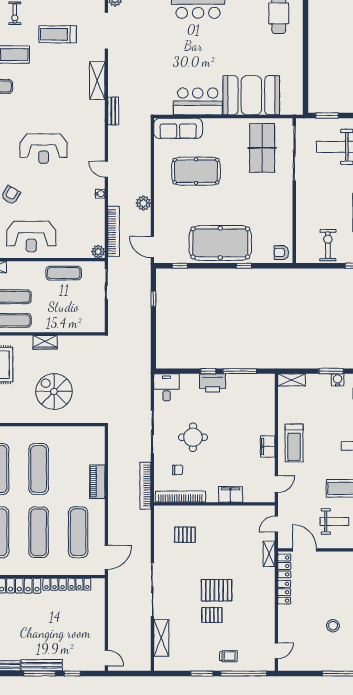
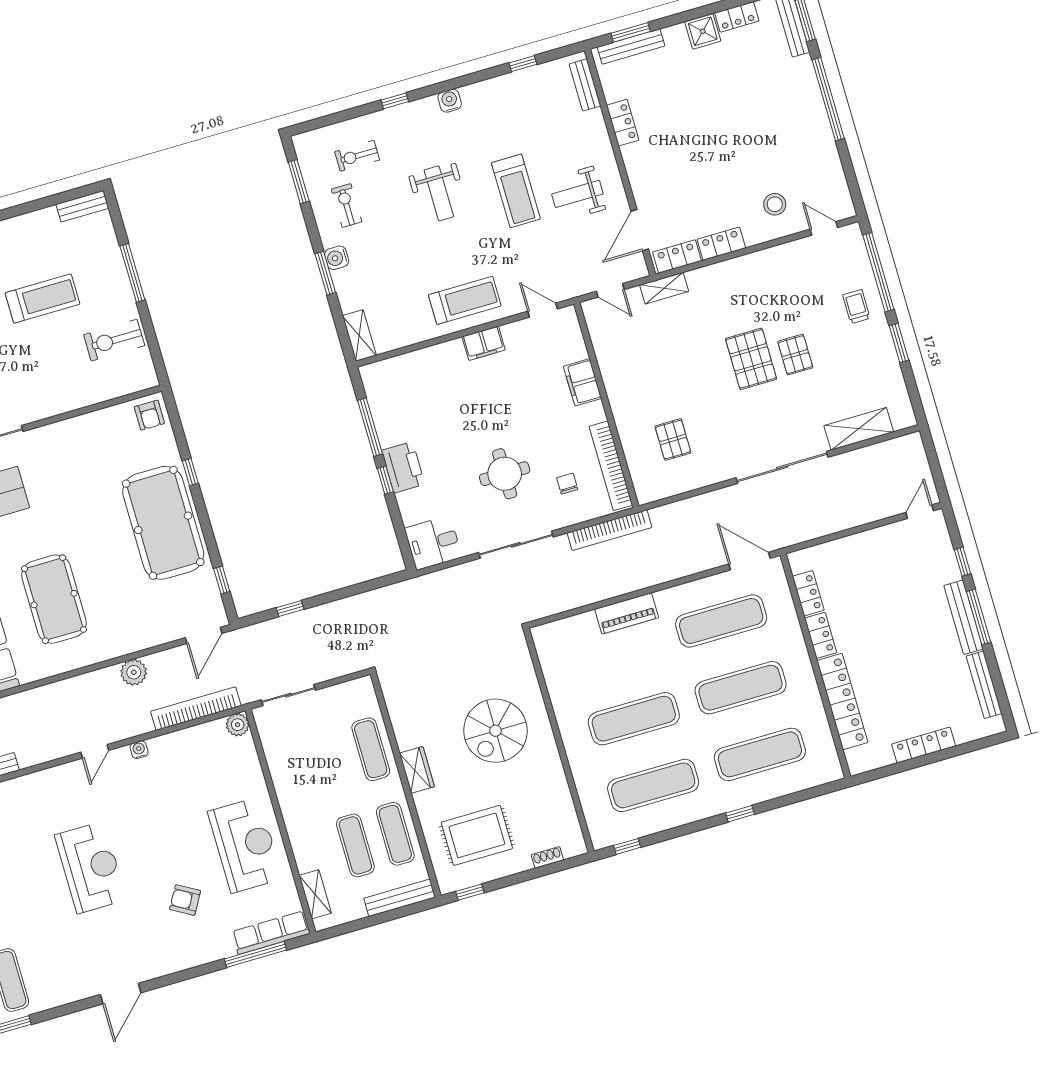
exercise mat: (64, 273) -> (371, 749), moved
weight bench: (334, 521) -> (577, 194), turned -90
stool: (333, 626) -> (775, 204), moved

